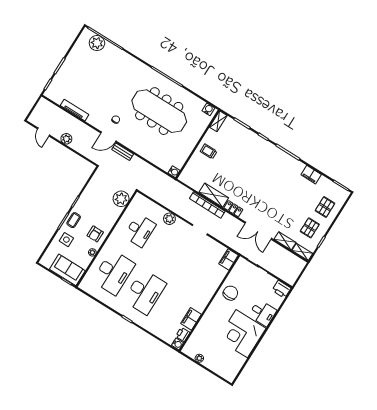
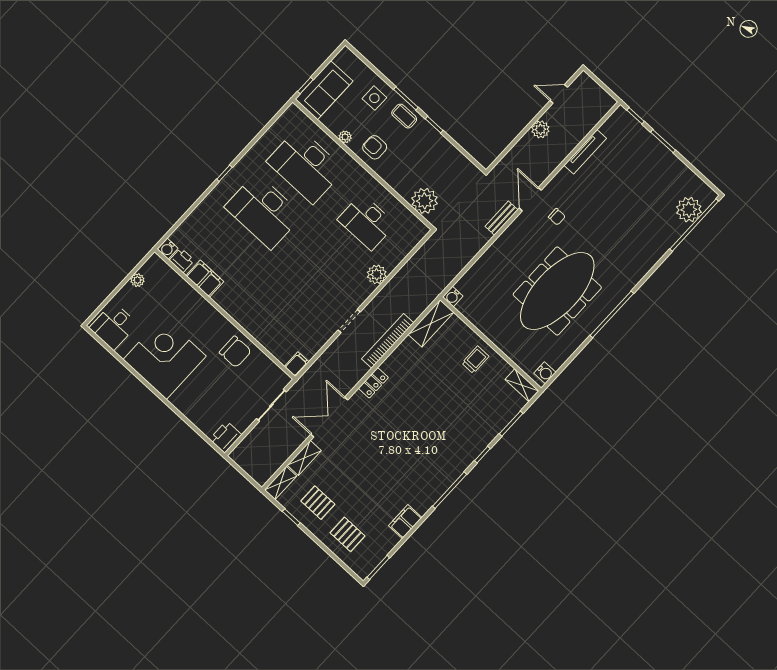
shelving: (214, 195) -> (431, 323), moved
filing cabinet: (229, 259) -> (297, 364), width x0.50
desk: (263, 313) -> (114, 326), moved

